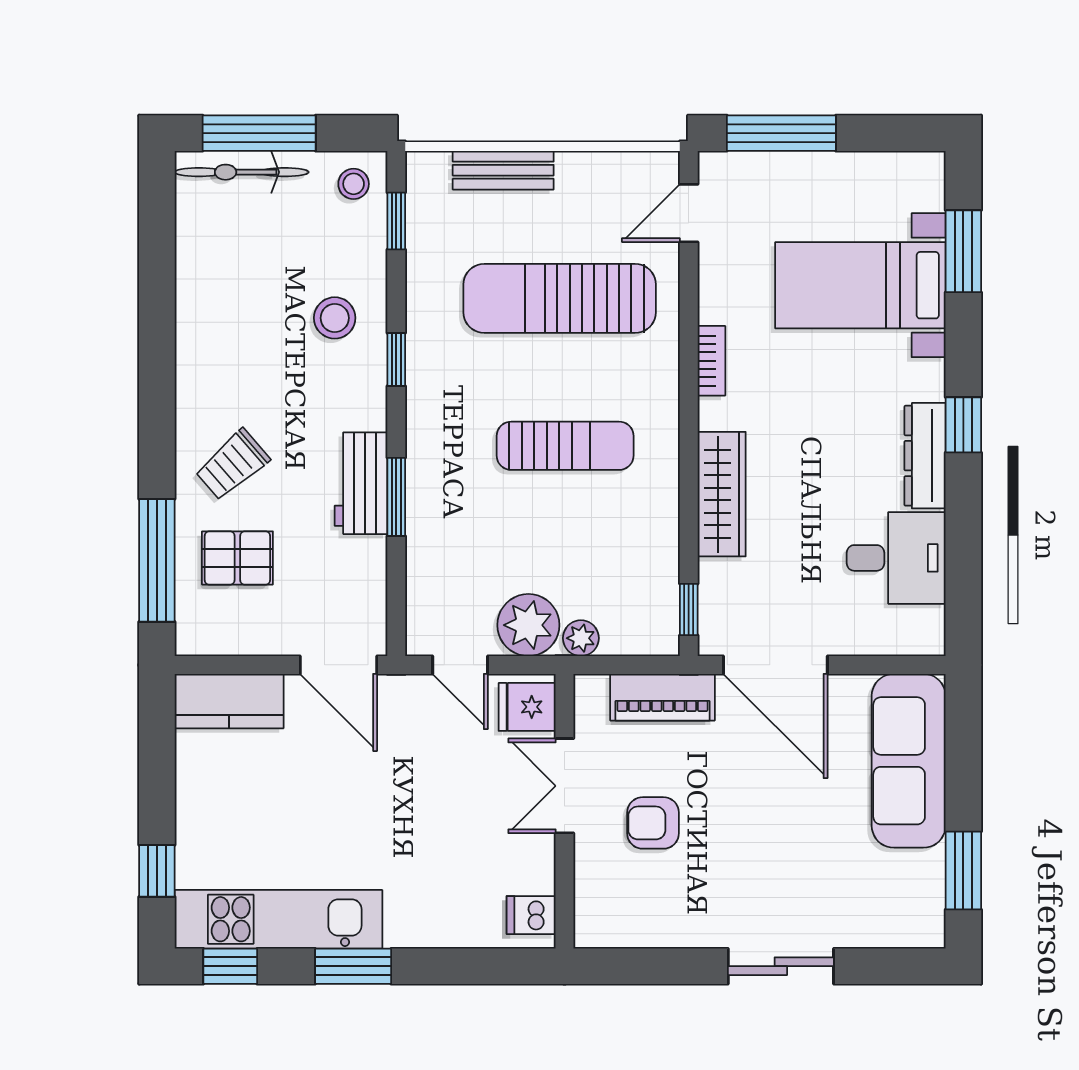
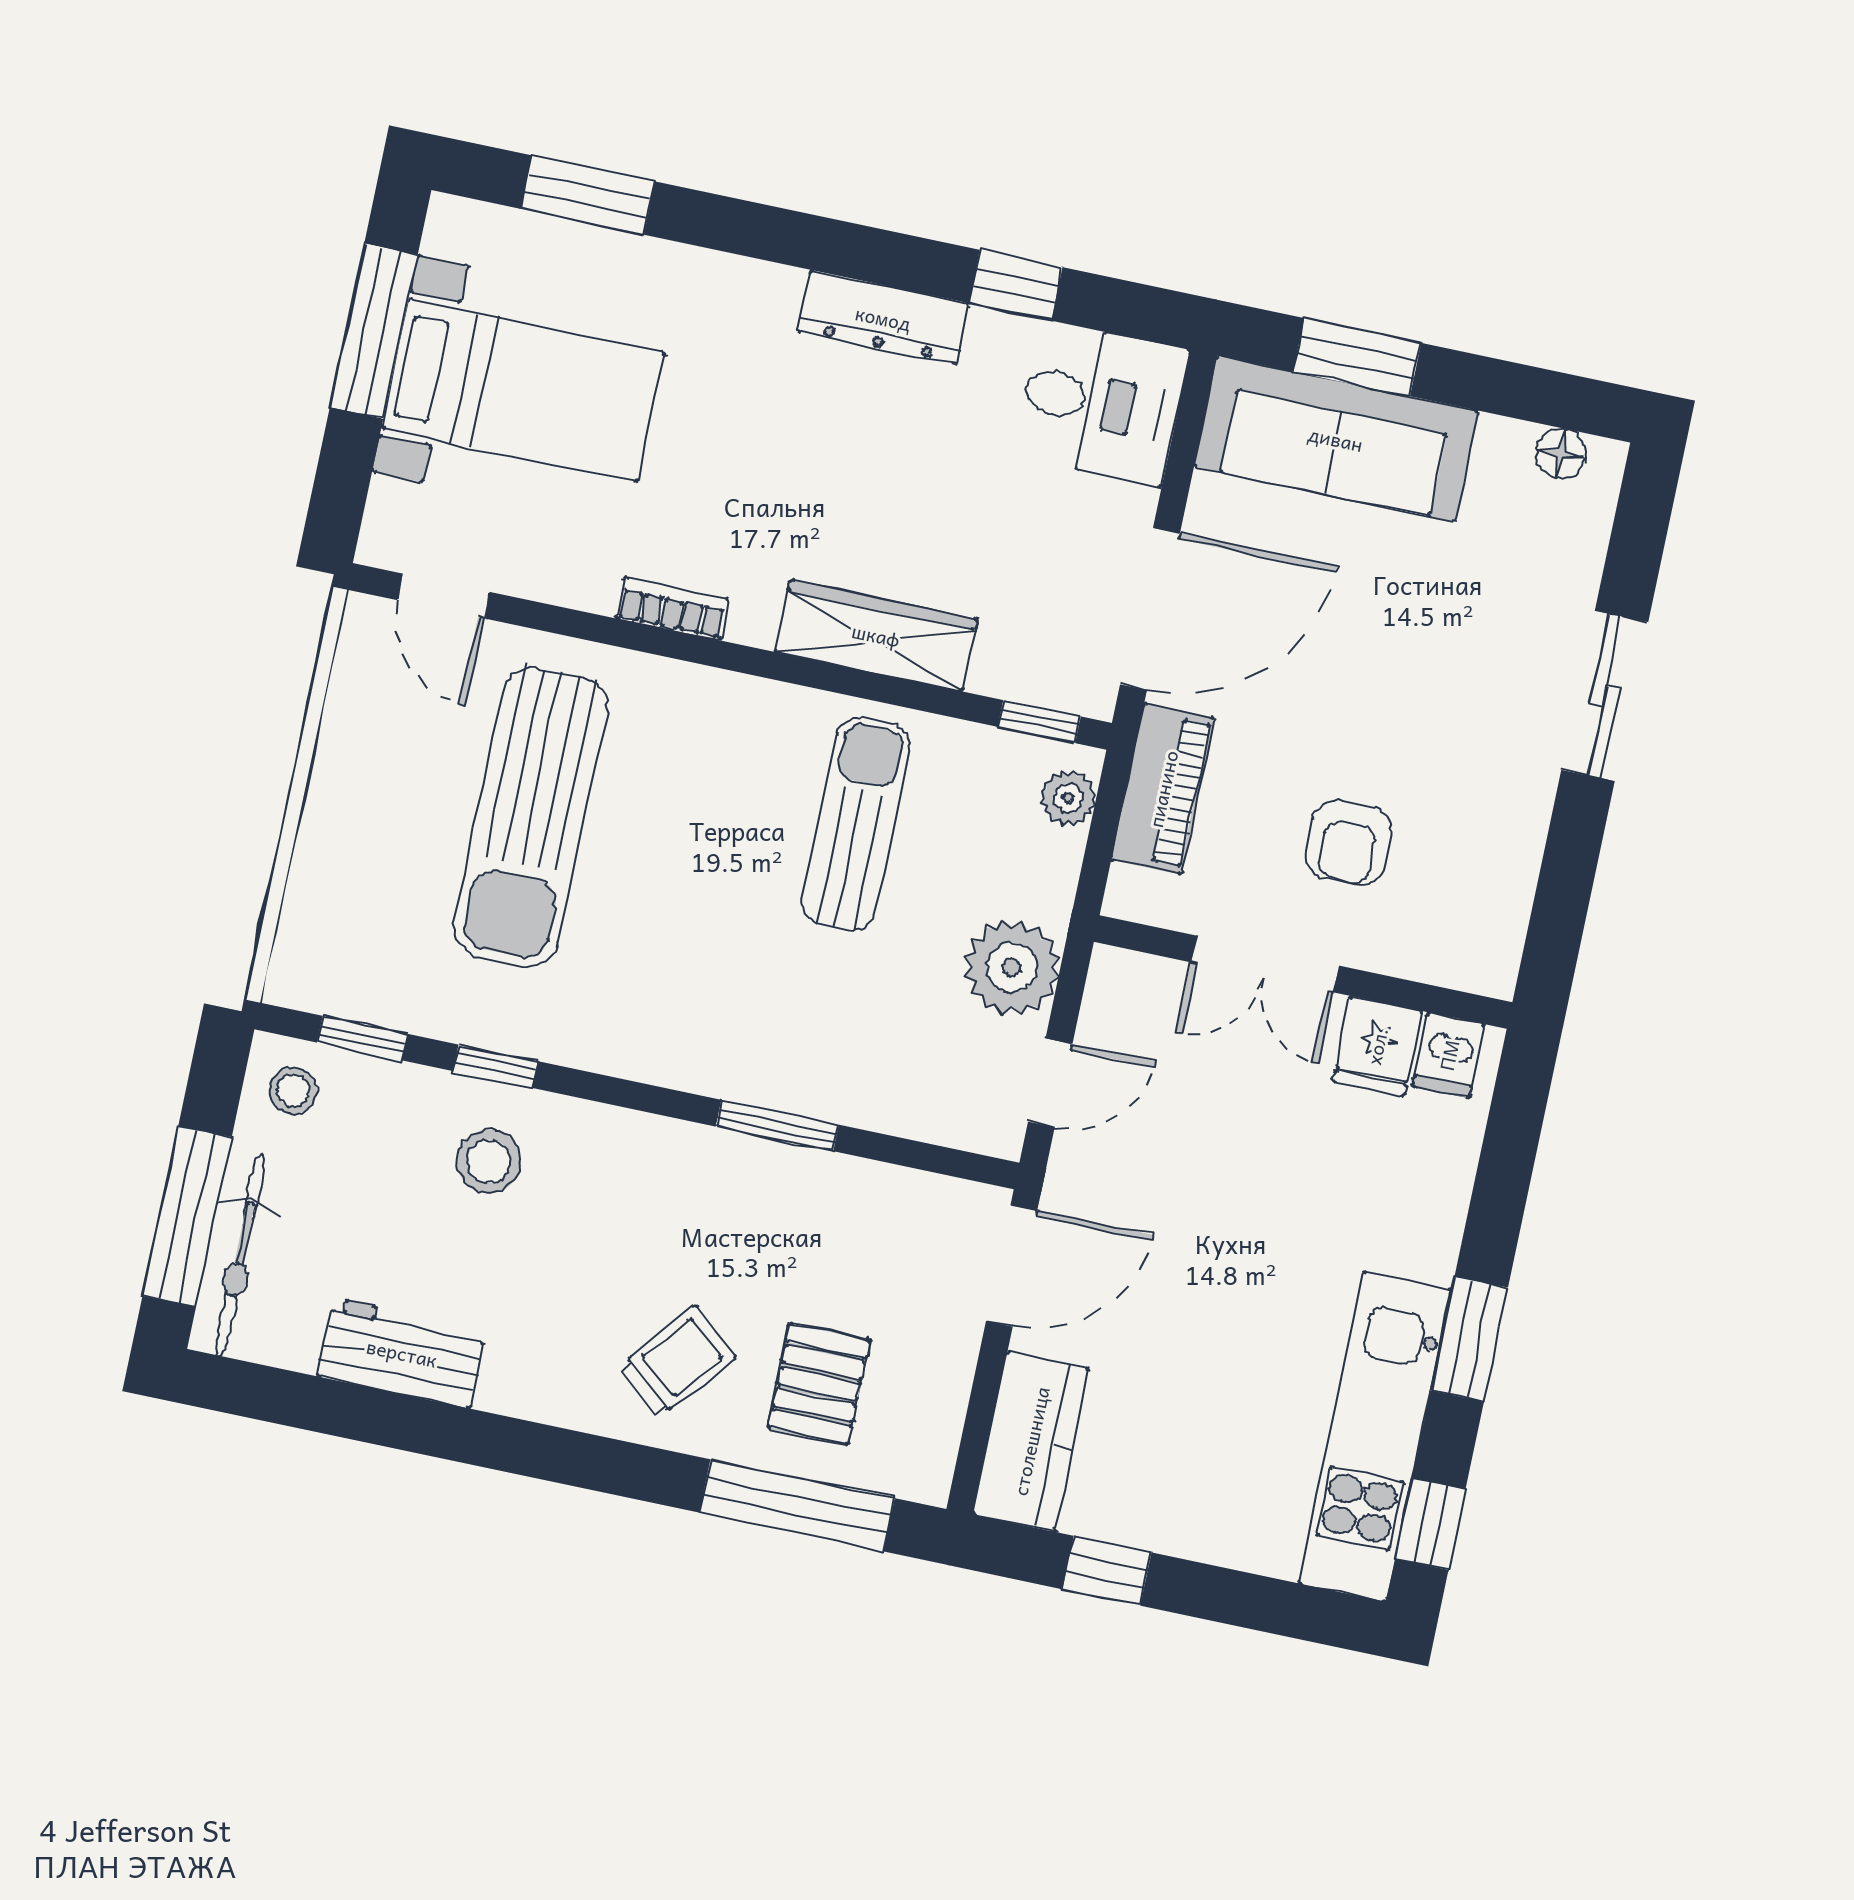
window: (781, 133) -> (374, 331), moved
bench: (503, 170) -> (320, 861), removed
bed with nightstands: (860, 285) -> (523, 390), moved, turned -90
window: (396, 359) -> (495, 1066), moved
window: (963, 425) -> (1016, 285), moved
sun lounger: (565, 446) -> (856, 824), moved
trolley: (232, 465) -> (677, 1362), turned -99
workbench: (361, 483) -> (402, 1353), moved, turned 180
desk: (896, 558) -> (1102, 403), moved, turned 90
plant: (581, 638) -> (1068, 798), moved
fridge: (527, 707) -> (1377, 1046), moved
window: (157, 871) -> (1107, 1571), moved
window: (963, 871) -> (1357, 357), moved
floor lamp: (929, 906) -> (1561, 453), added

